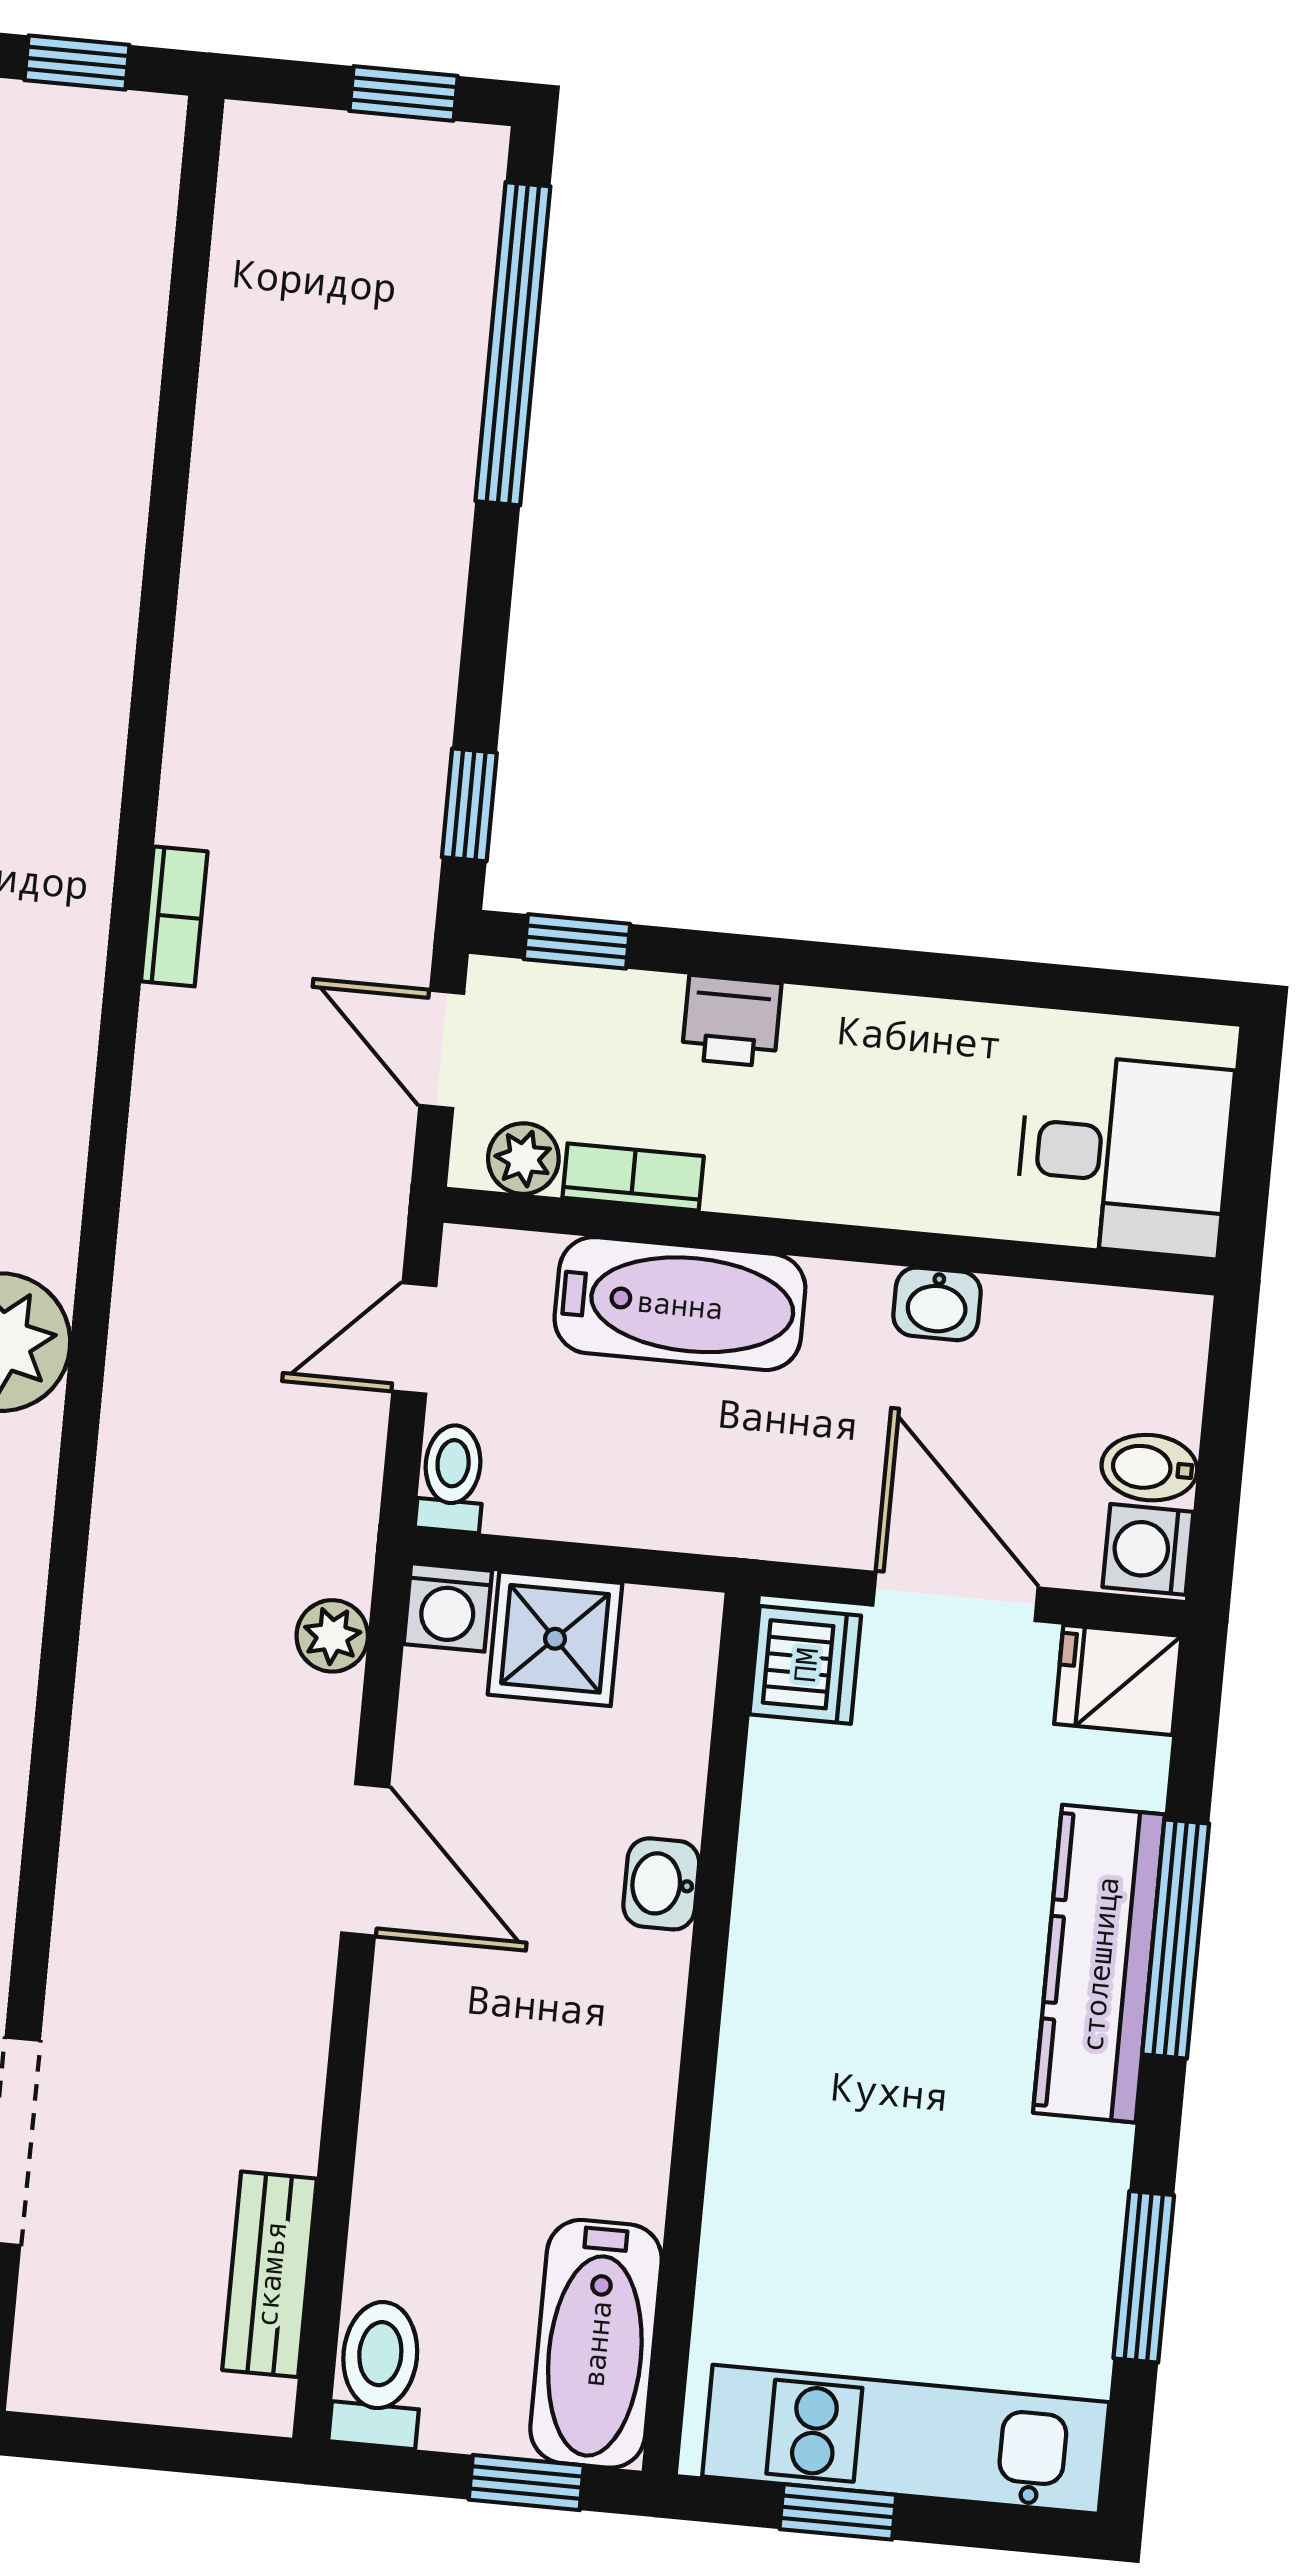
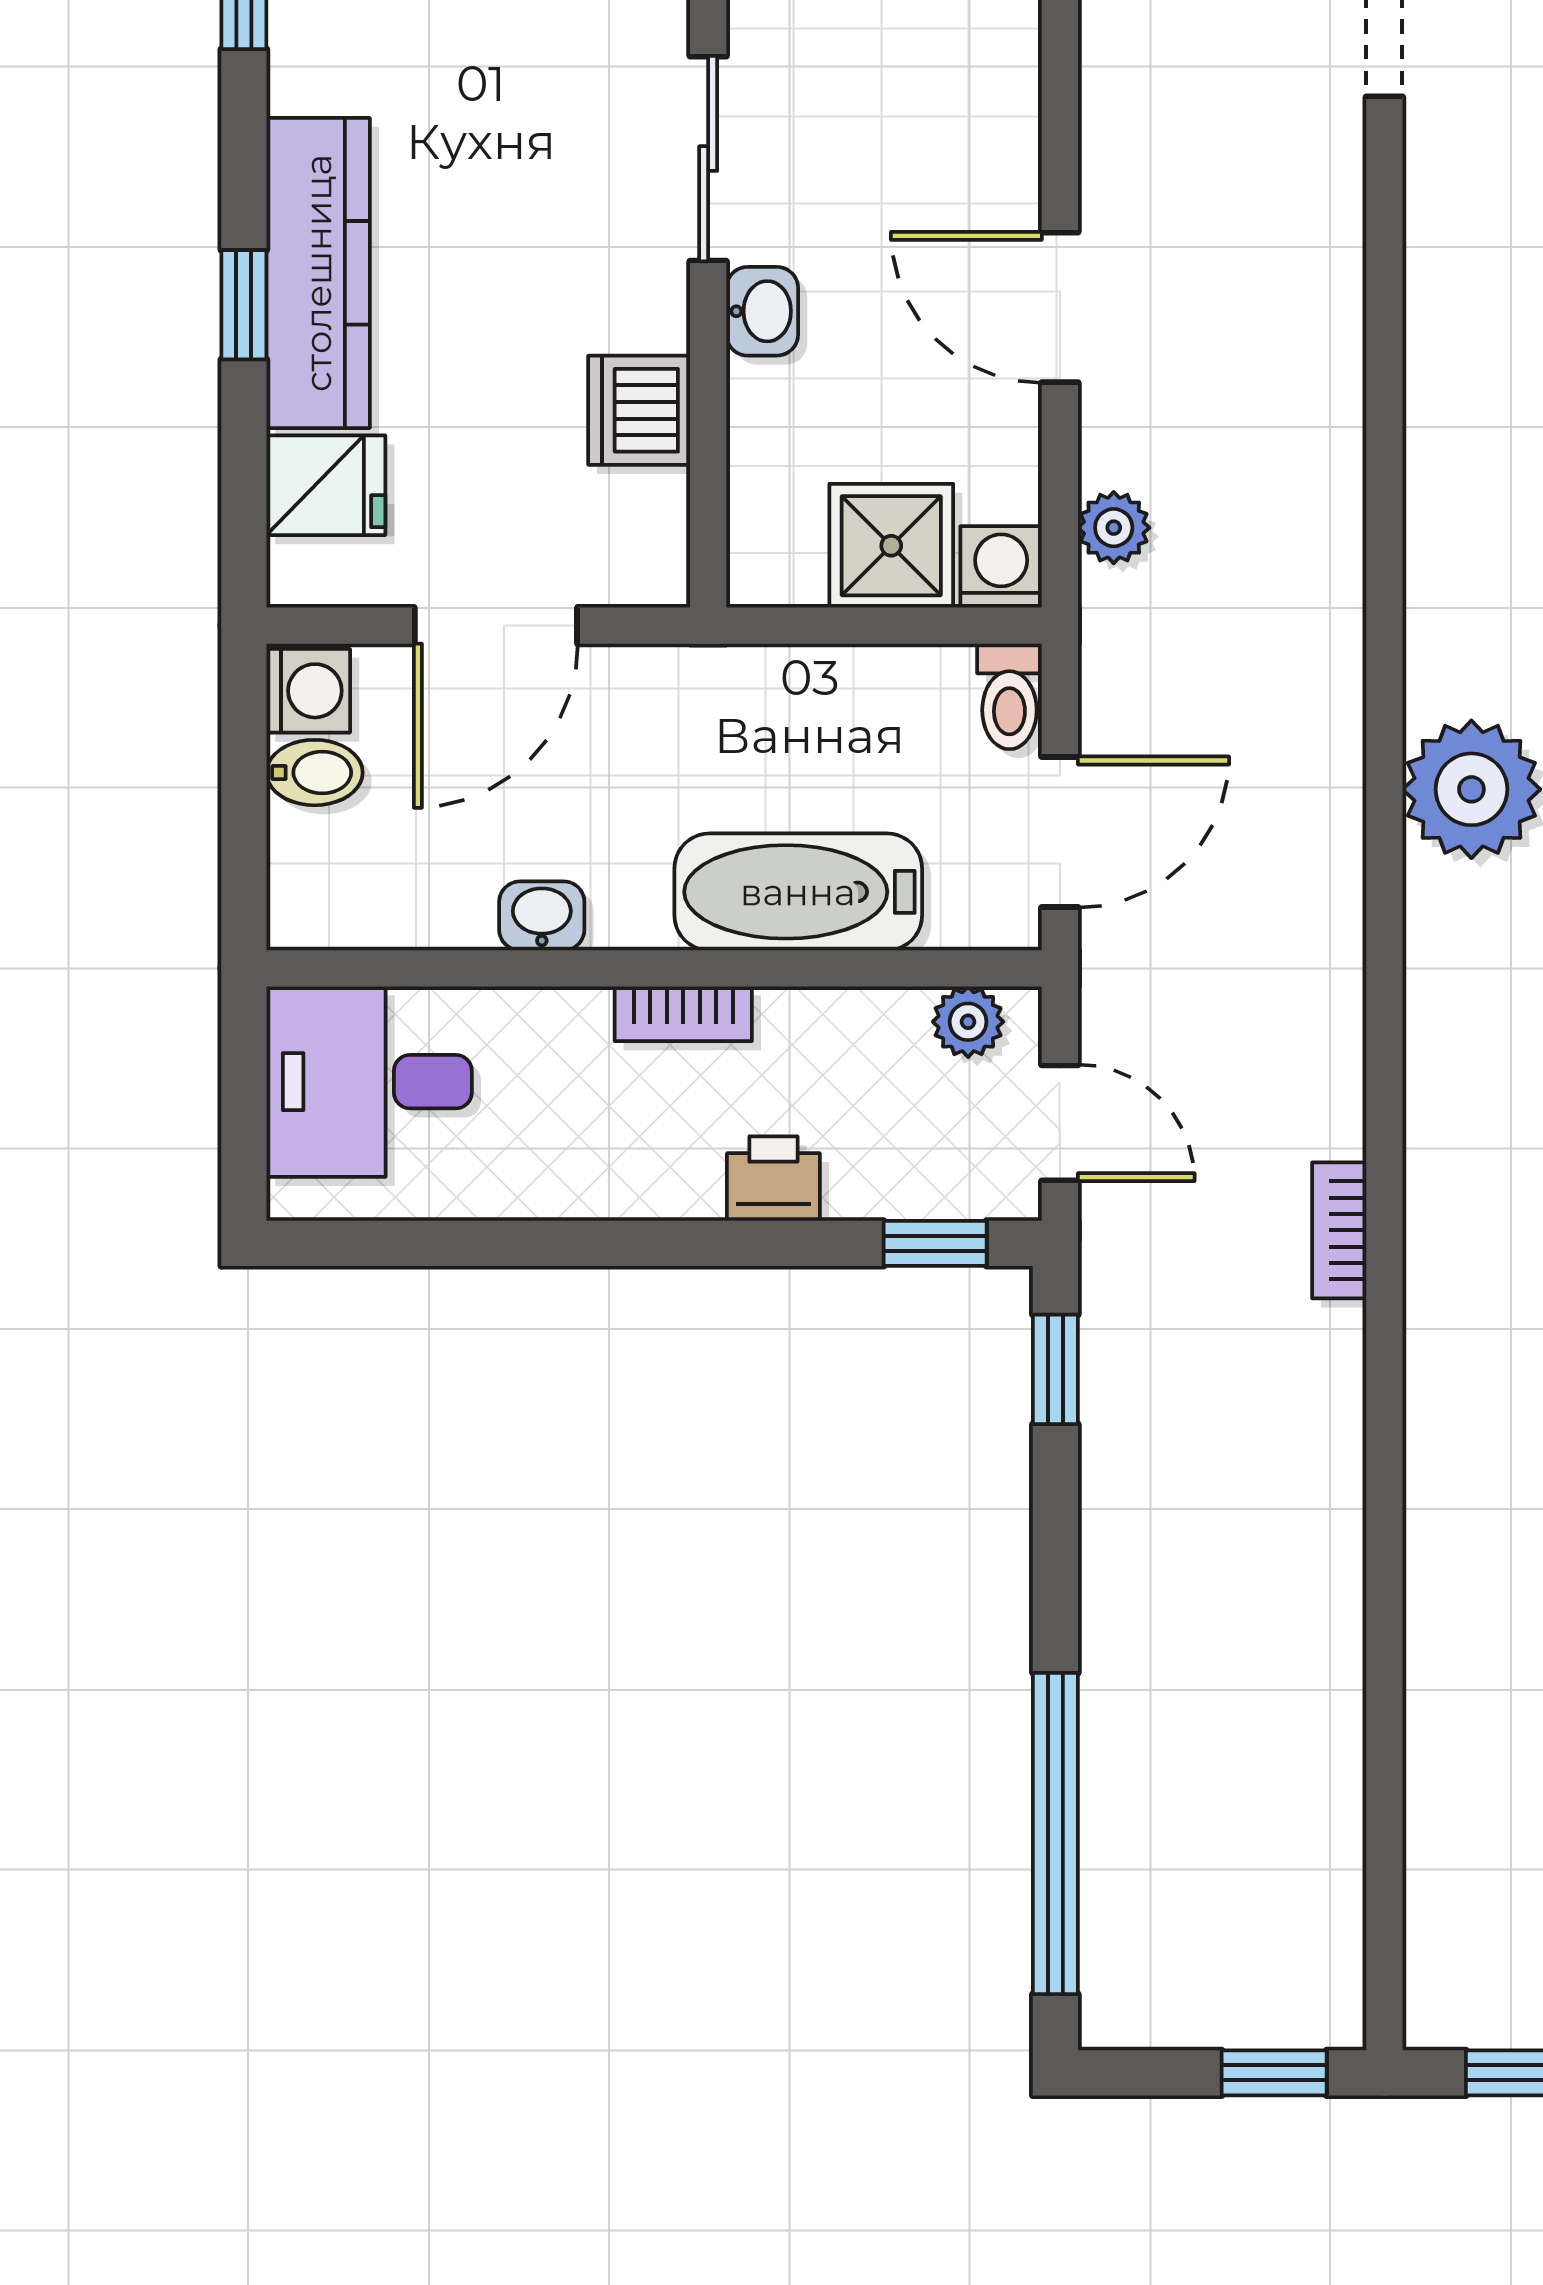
window: (404, 93) -> (1274, 2073), moved
bookcase: (633, 1177) -> (683, 1014), moved
door: (414, 1338) -> (1060, 832), width x1.37
door: (955, 1596) -> (496, 626), hinge flipped
dishwasher: (805, 1665) -> (639, 410), moved
fridge: (1118, 1680) -> (326, 485), moved
window: (1176, 1939) -> (244, 305), width x0.46
sliding door: (701, 2041) -> (708, 159), added

